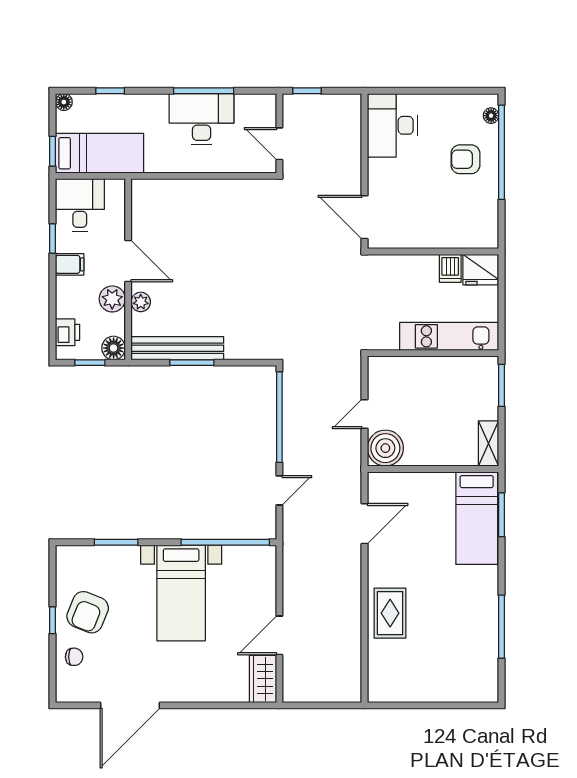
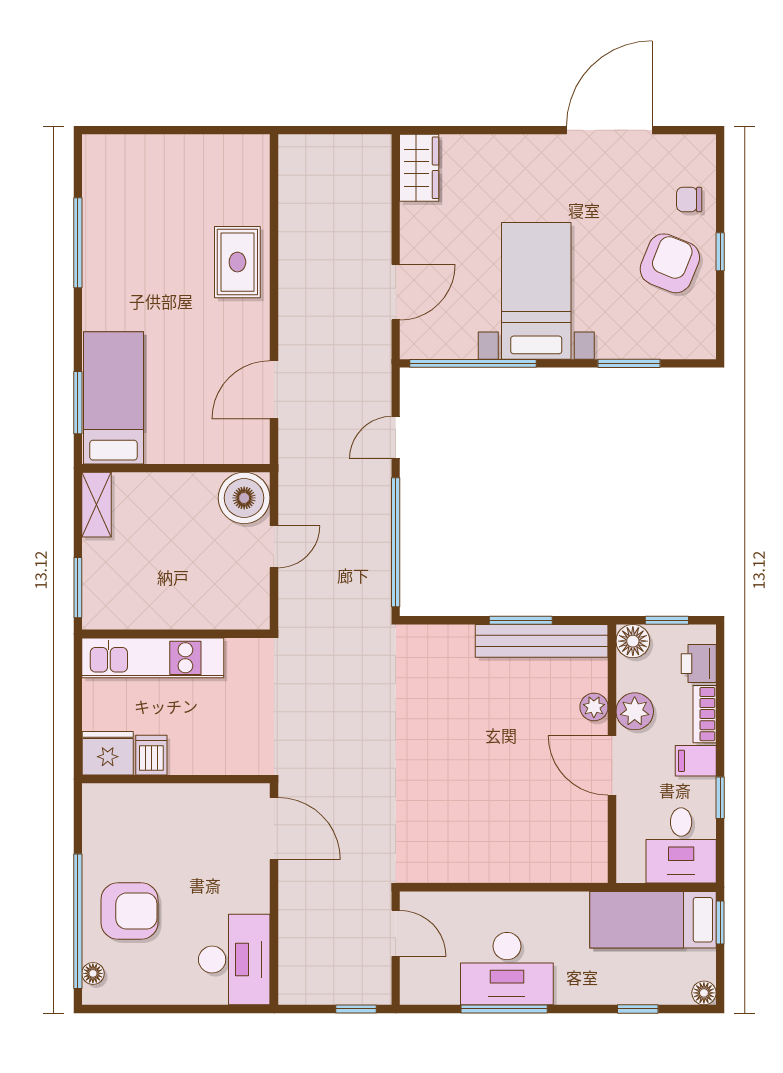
armchair: (465, 159) -> (130, 911), width x1.38, depth x1.38
bookcase: (63, 297) -> (705, 714), added
door: (279, 635) -> (396, 292), moved

